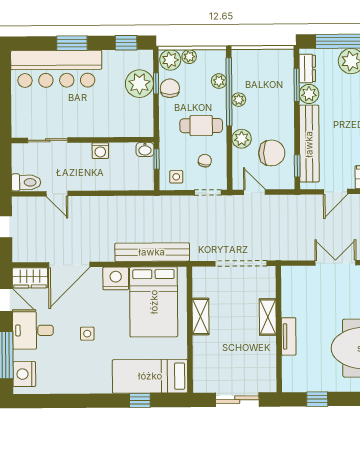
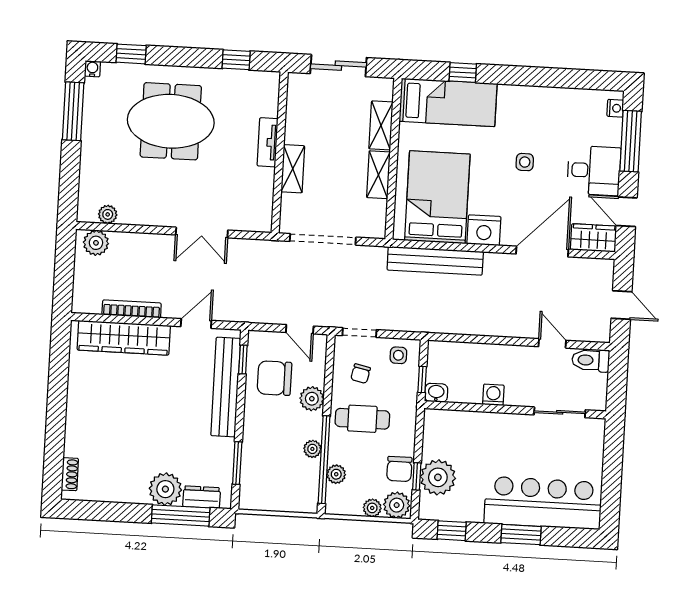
dresser: (307, 68) -> (202, 497), moved, turned 90
plant: (309, 94) -> (222, 450), removed
shelving: (201, 355) -> (381, 125), added
nightstand: (24, 374) -> (615, 108), width x0.53, depth x0.56

